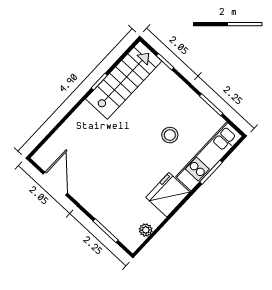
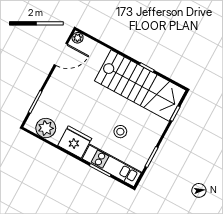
stairs: (124, 80) -> (140, 86), width x1.36, depth x1.51
plant: (40, 158) -> (78, 38), added
plant: (146, 230) -> (46, 128), width x1.87, depth x1.87

